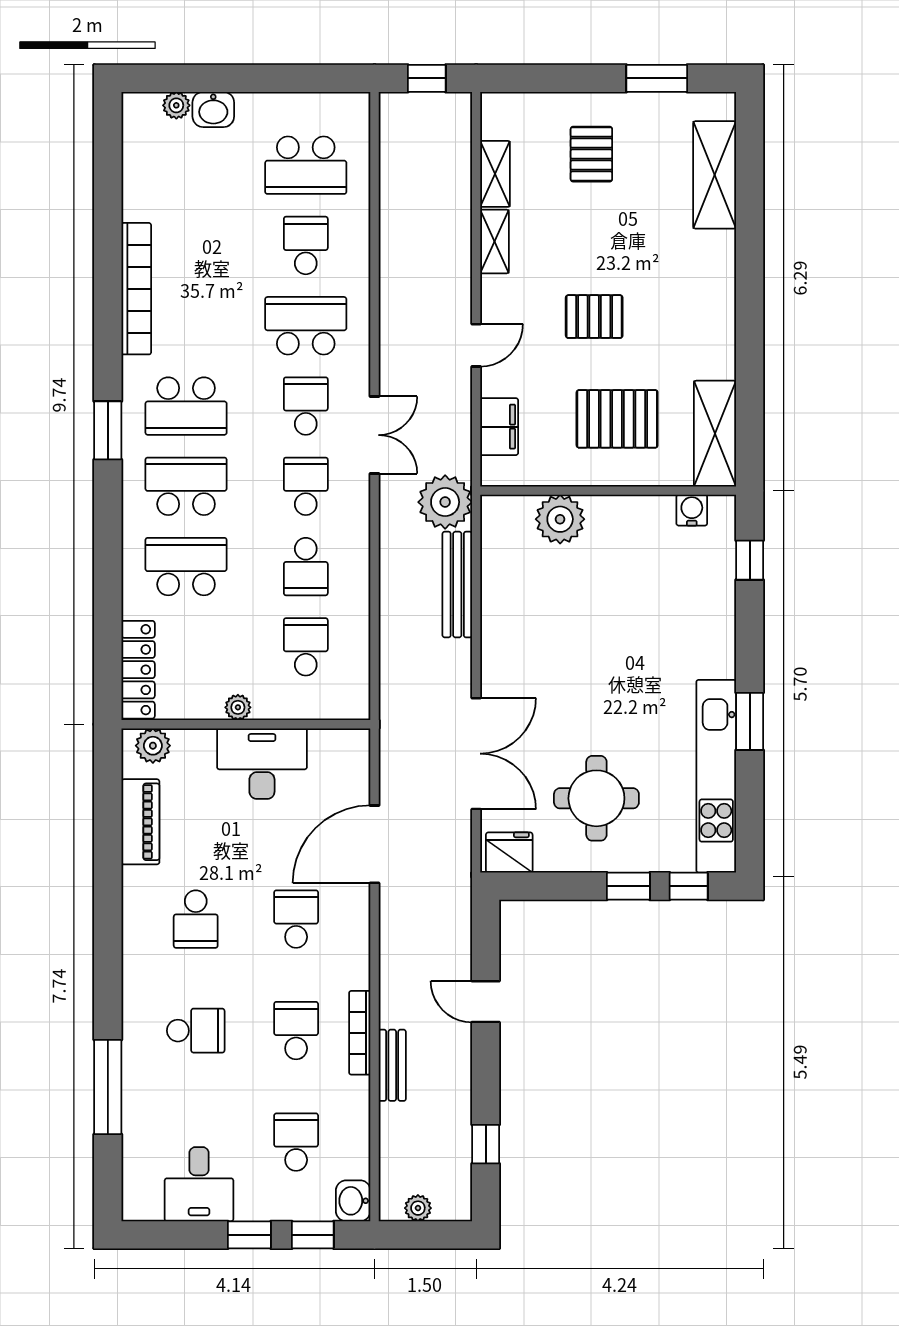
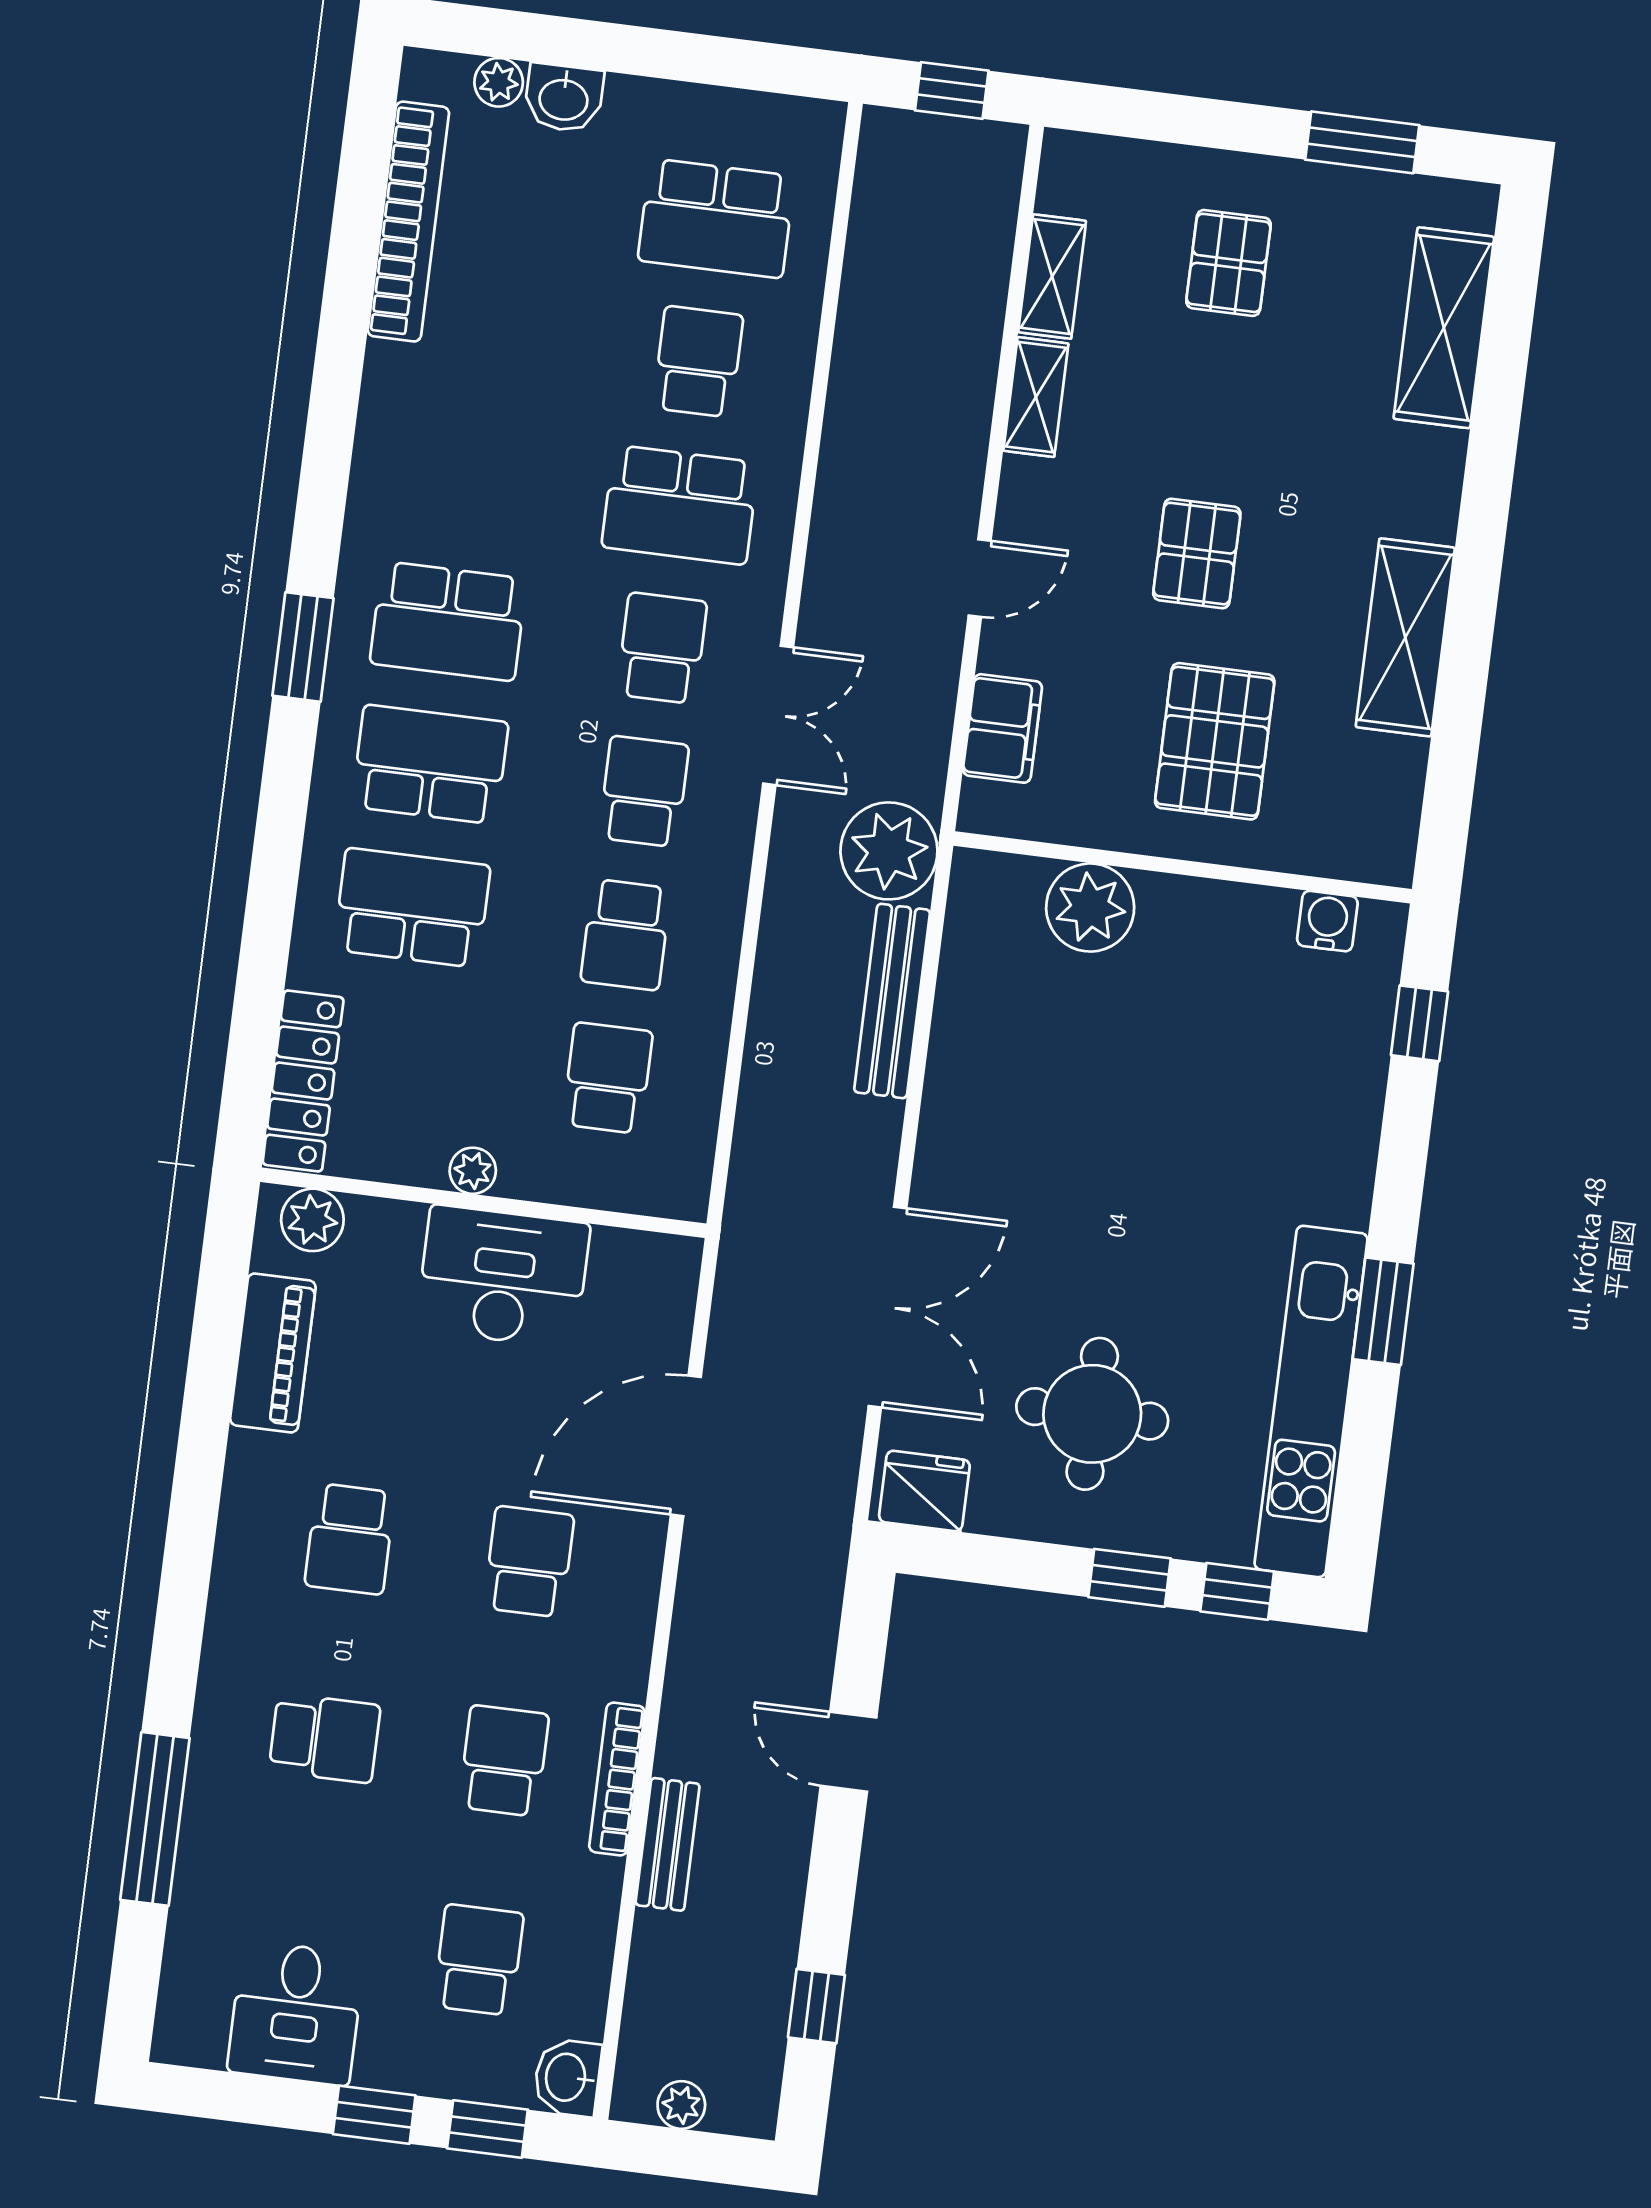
bookcase: (136, 289) -> (408, 222), moved
pallet: (594, 317) -> (1197, 554), turned 90
school desk: (306, 326) -> (680, 505), turned 180
pallet: (617, 419) -> (1215, 741), turned 90
shelving: (715, 434) -> (1405, 637), moved

